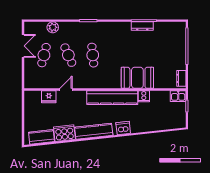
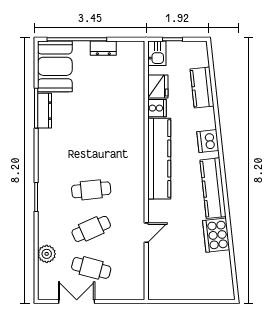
booth: (137, 78) -> (55, 66), moved
dresser: (181, 78) -> (103, 48), moved
door: (66, 89) -> (146, 233), swing flipped
fridge: (49, 97) -> (158, 87), moved
kitchen counter: (42, 137) -> (202, 87), moved

